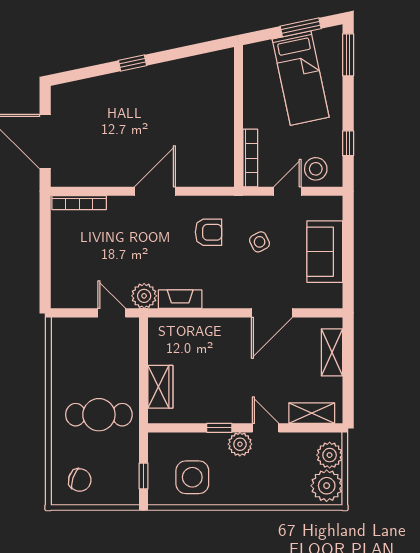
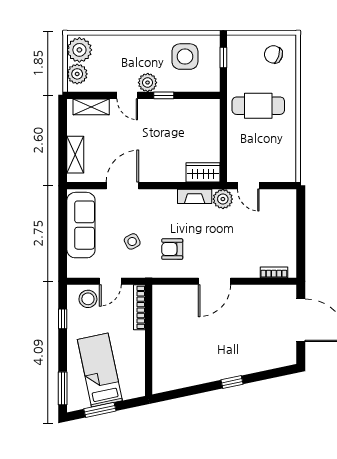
bookcase: (79, 203) -> (274, 272), width x0.64
sofa: (325, 252) -> (81, 225), width x1.36
wardrobe: (160, 387) -> (203, 172), moved, turned 90

